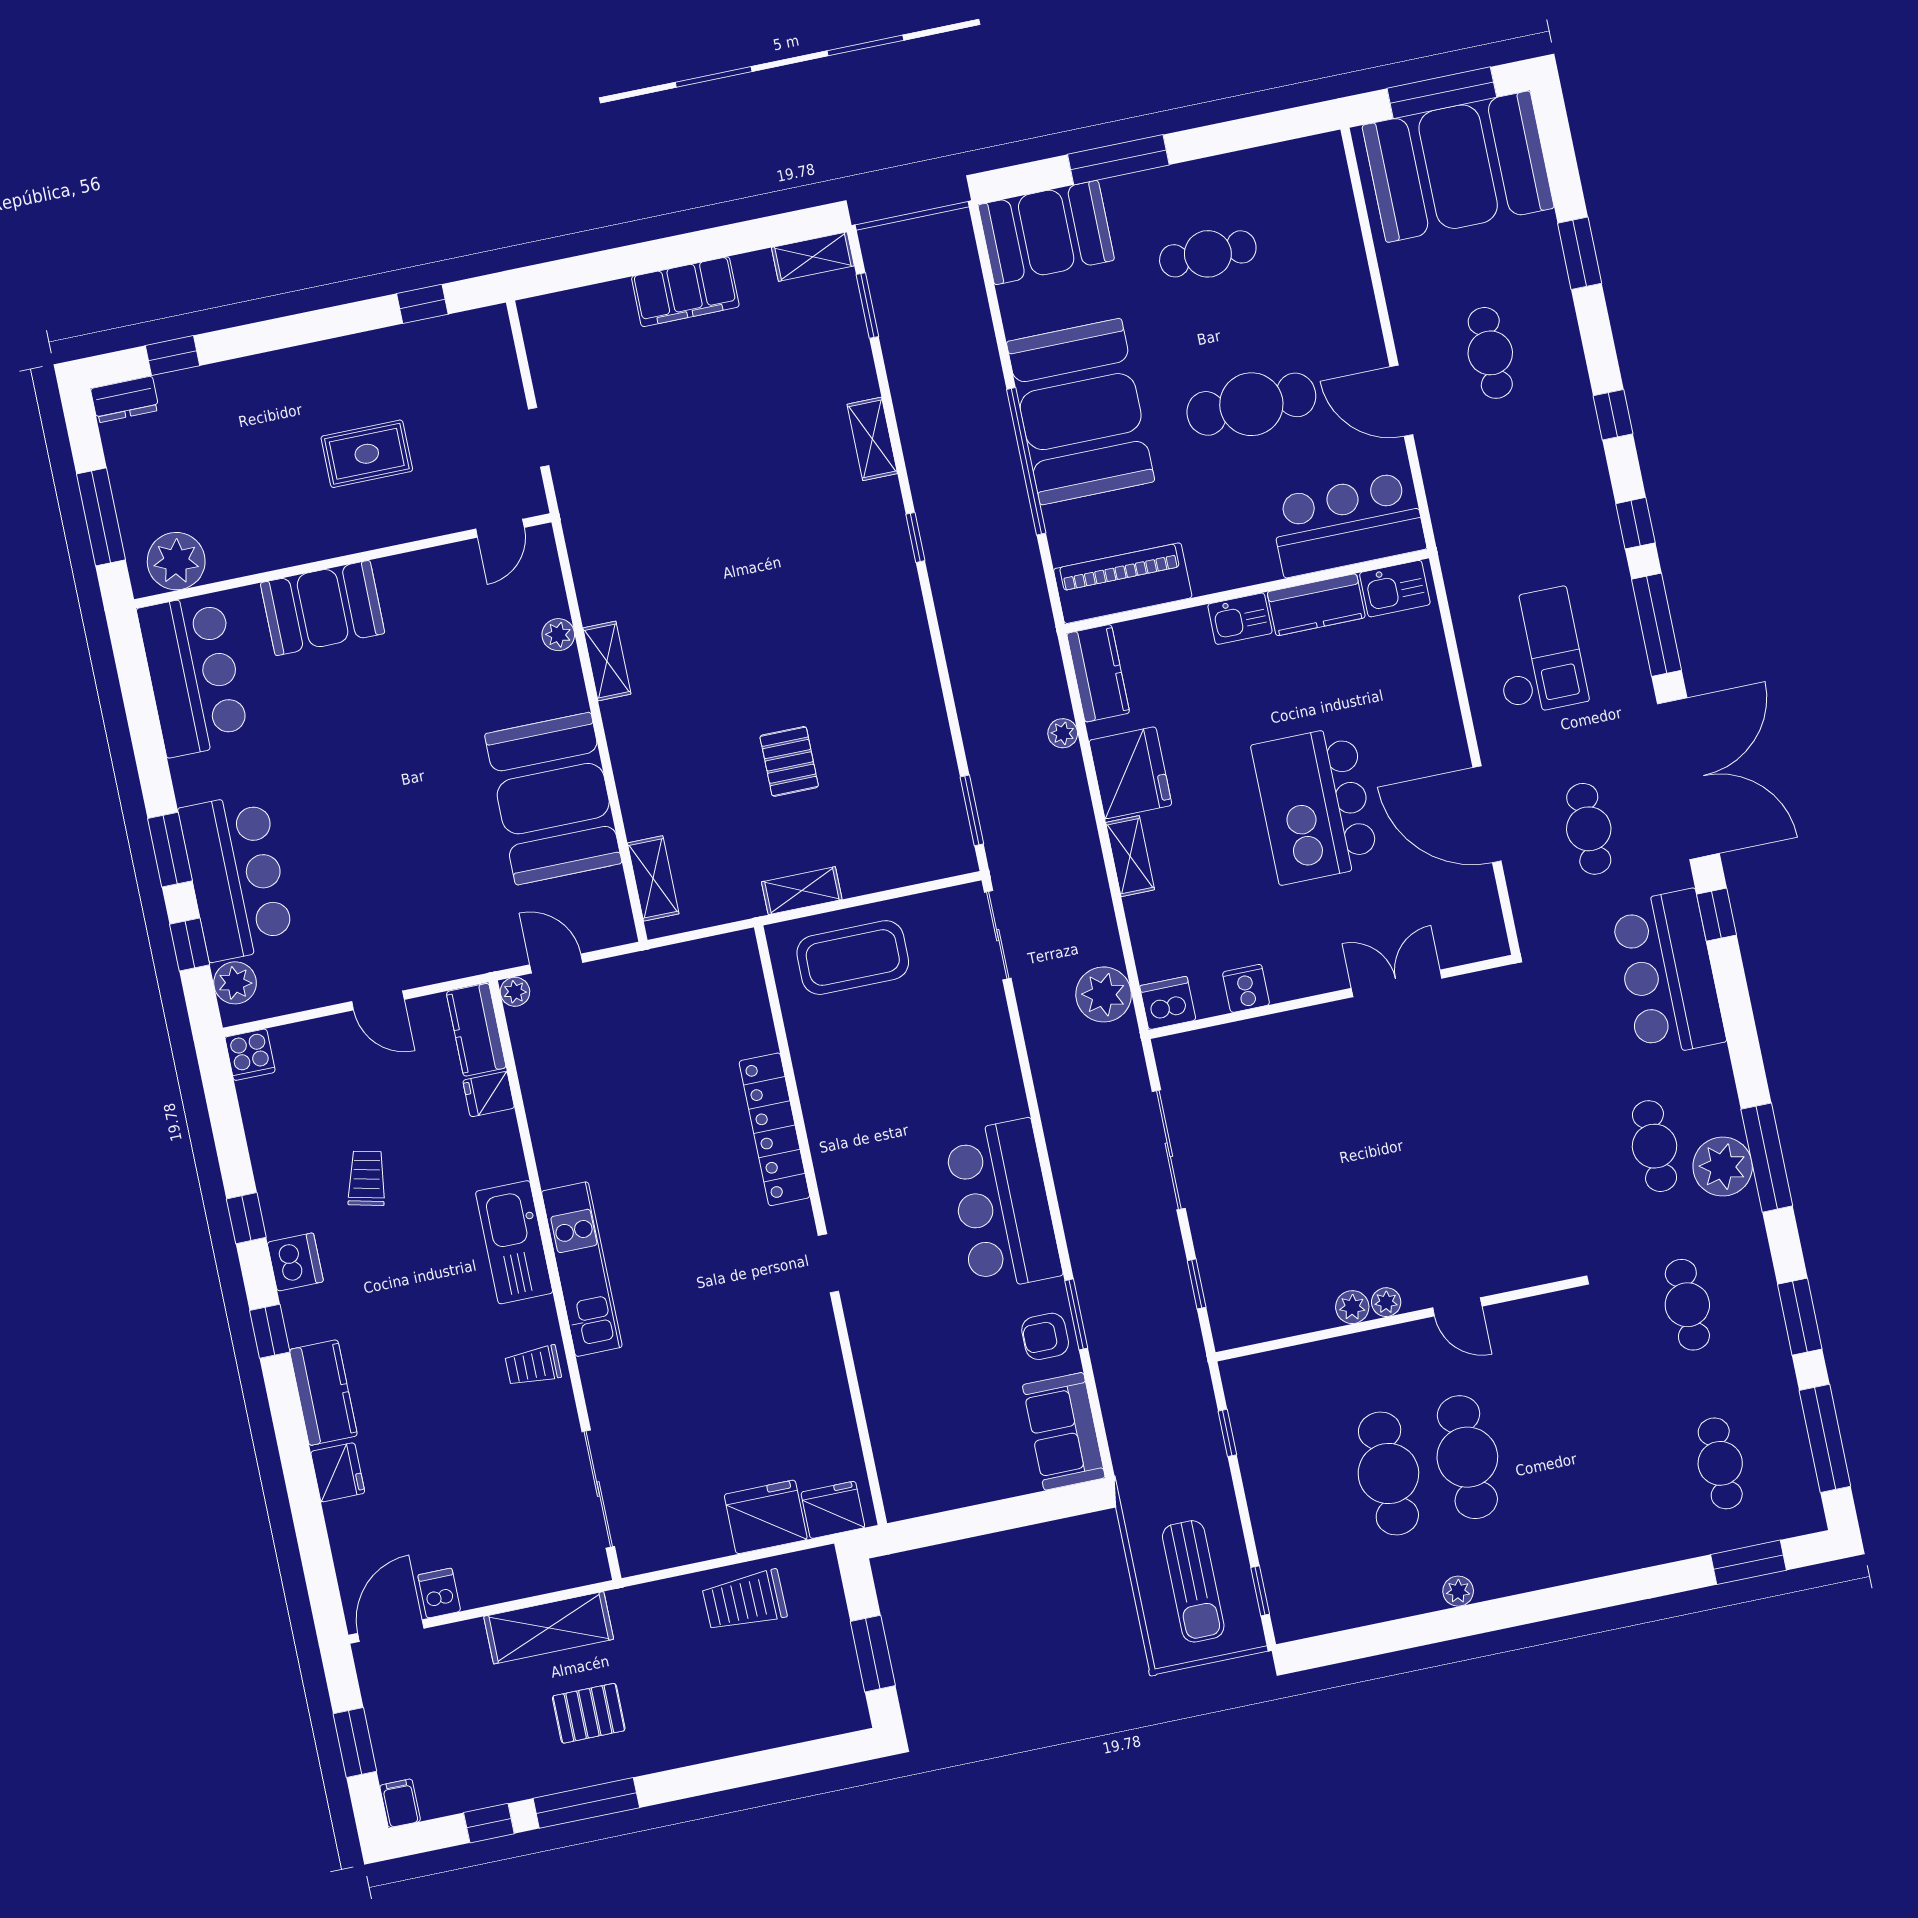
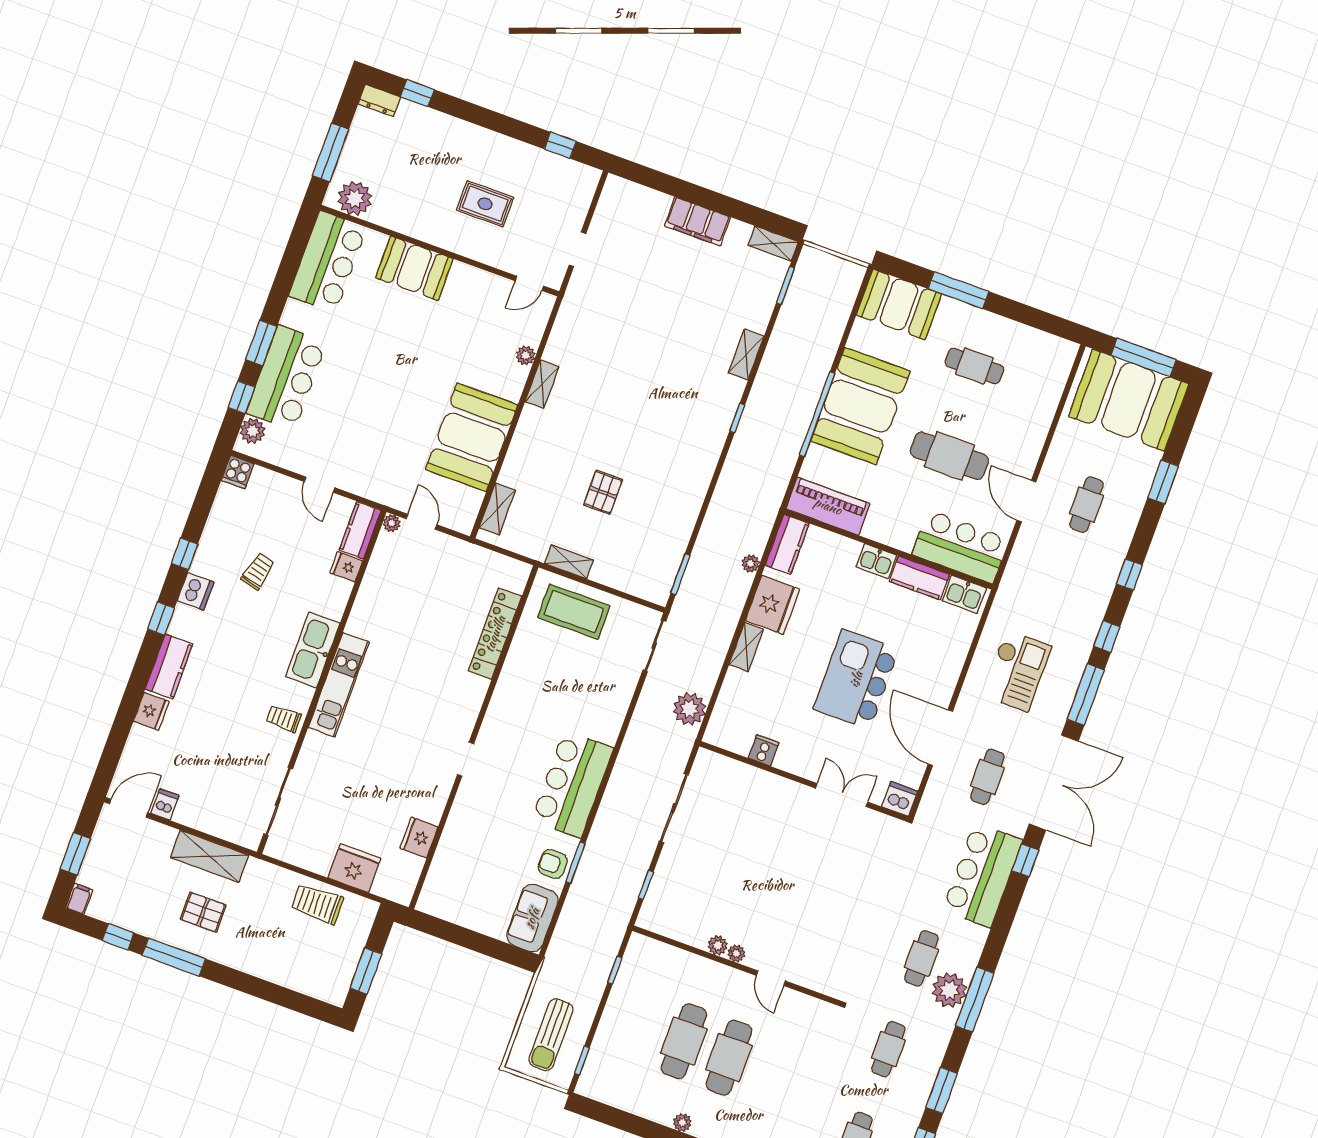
dishwasher: (1168, 1003) -> (900, 799), moved
locker: (774, 1129) -> (495, 634), moved
fridge: (833, 1510) -> (419, 838), moved, turned -90

